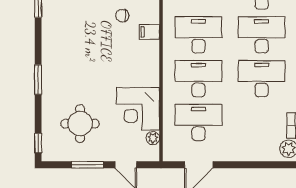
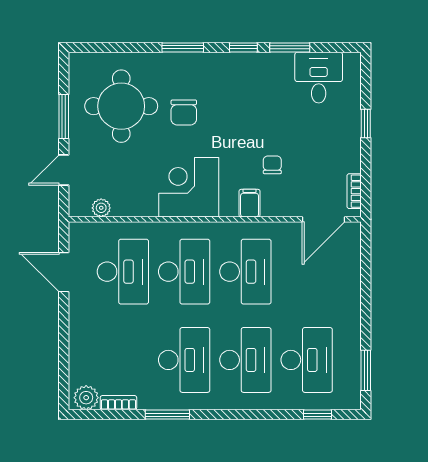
chair: (85, 79) -> (184, 112), added
corner desk: (138, 109) -> (189, 187), moved
round table: (80, 124) -> (121, 106), width x1.36, depth x1.36
window: (38, 143) -> (243, 47), moved

